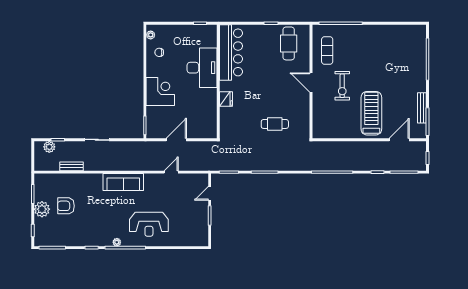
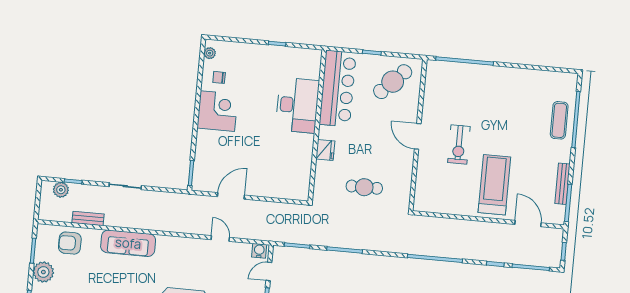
cafe table: (289, 43) -> (393, 82), turned 45
exercise mat: (327, 51) -> (559, 120), moved
bar counter: (231, 52) -> (338, 89), moved
desk: (202, 68) -> (297, 105), moved
wall: (218, 81) -> (317, 126), moved
corner desk: (160, 91) -> (217, 111), moved
fridge: (226, 99) -> (325, 150), moved
door: (399, 140) -> (528, 224), hinge flipped
door: (171, 172) -> (220, 238), hinge flipped
water cooler: (201, 179) -> (259, 251), added
sofa: (123, 182) -> (128, 243), moved
armchair: (66, 206) -> (70, 243), moved

